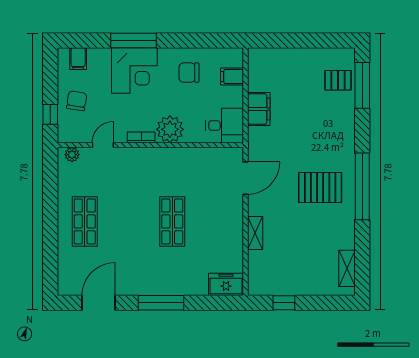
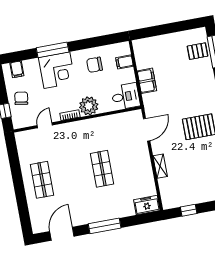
plant: (72, 155) -> (25, 136), removed

